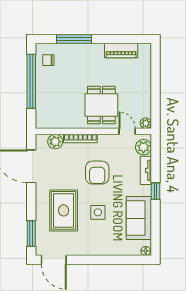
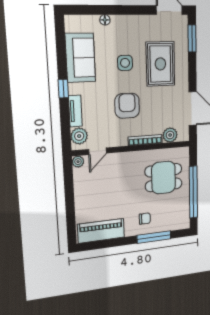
piano: (121, 51) -> (101, 231), width x1.37, depth x1.33
chair: (48, 60) -> (145, 219), moved
dining table: (101, 105) -> (164, 178), moved, turned 90
door: (127, 131) -> (98, 151), hinge flipped
floor lamp: (146, 251) -> (105, 20), moved

